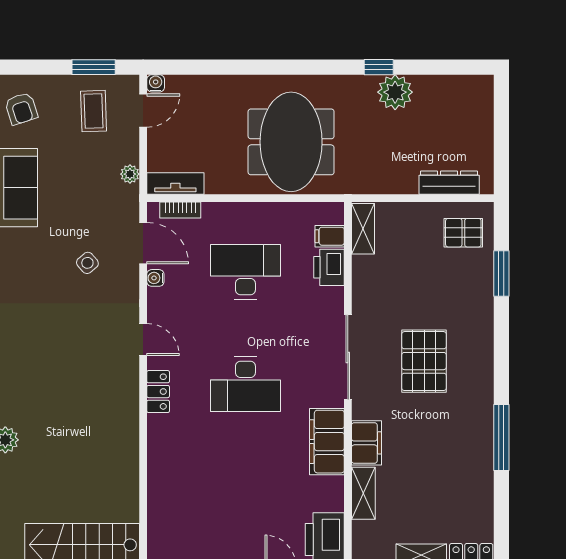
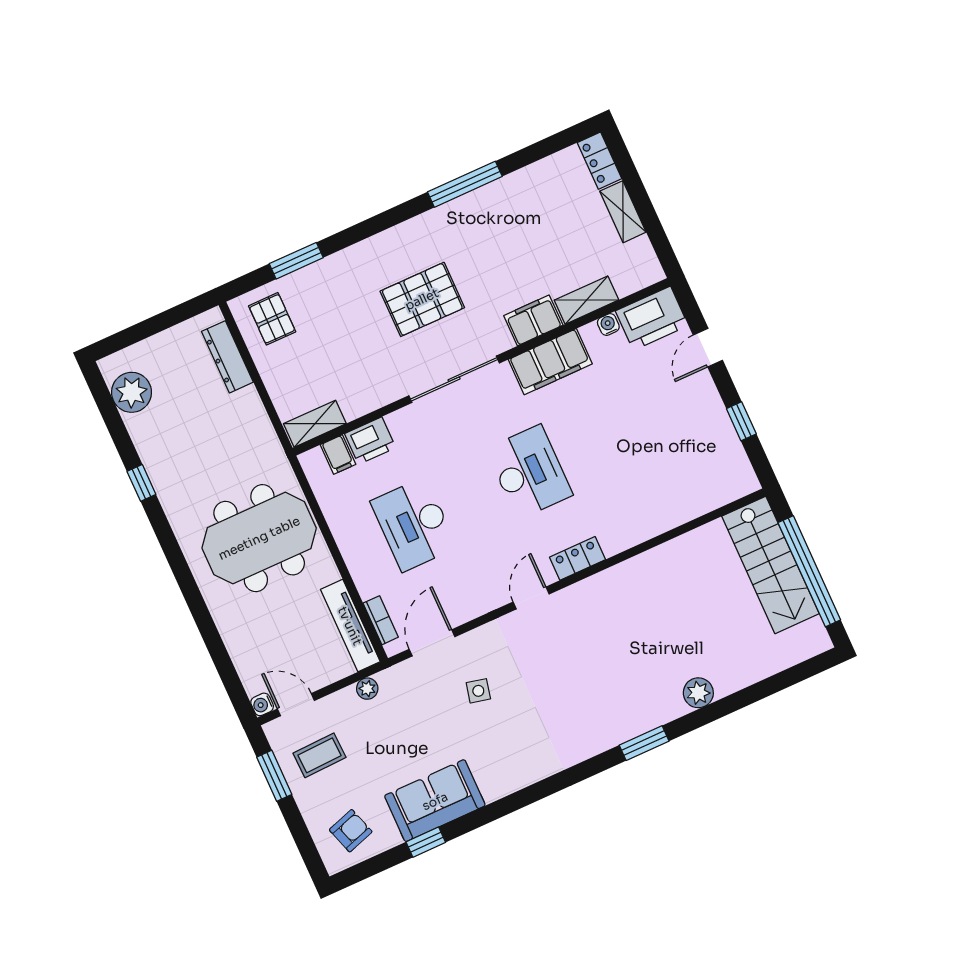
plant: (395, 92) -> (132, 392), moved
tv unit: (175, 183) -> (350, 626), width x1.41
side table: (87, 263) -> (478, 691), turned -36
water cooler: (155, 278) -> (608, 325), moved, turned 180

